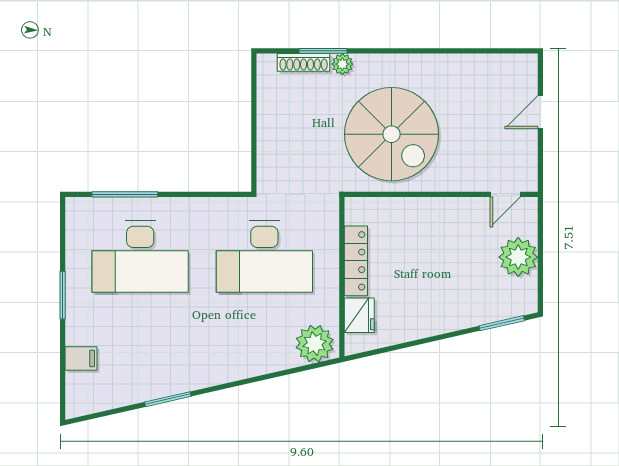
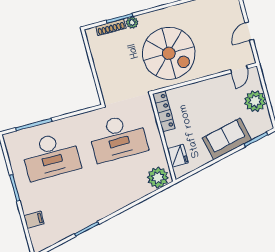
door: (540, 112) -> (249, 31), moved
locker: (356, 261) -> (164, 111), moved
sofa: (452, 309) -> (227, 139), added

